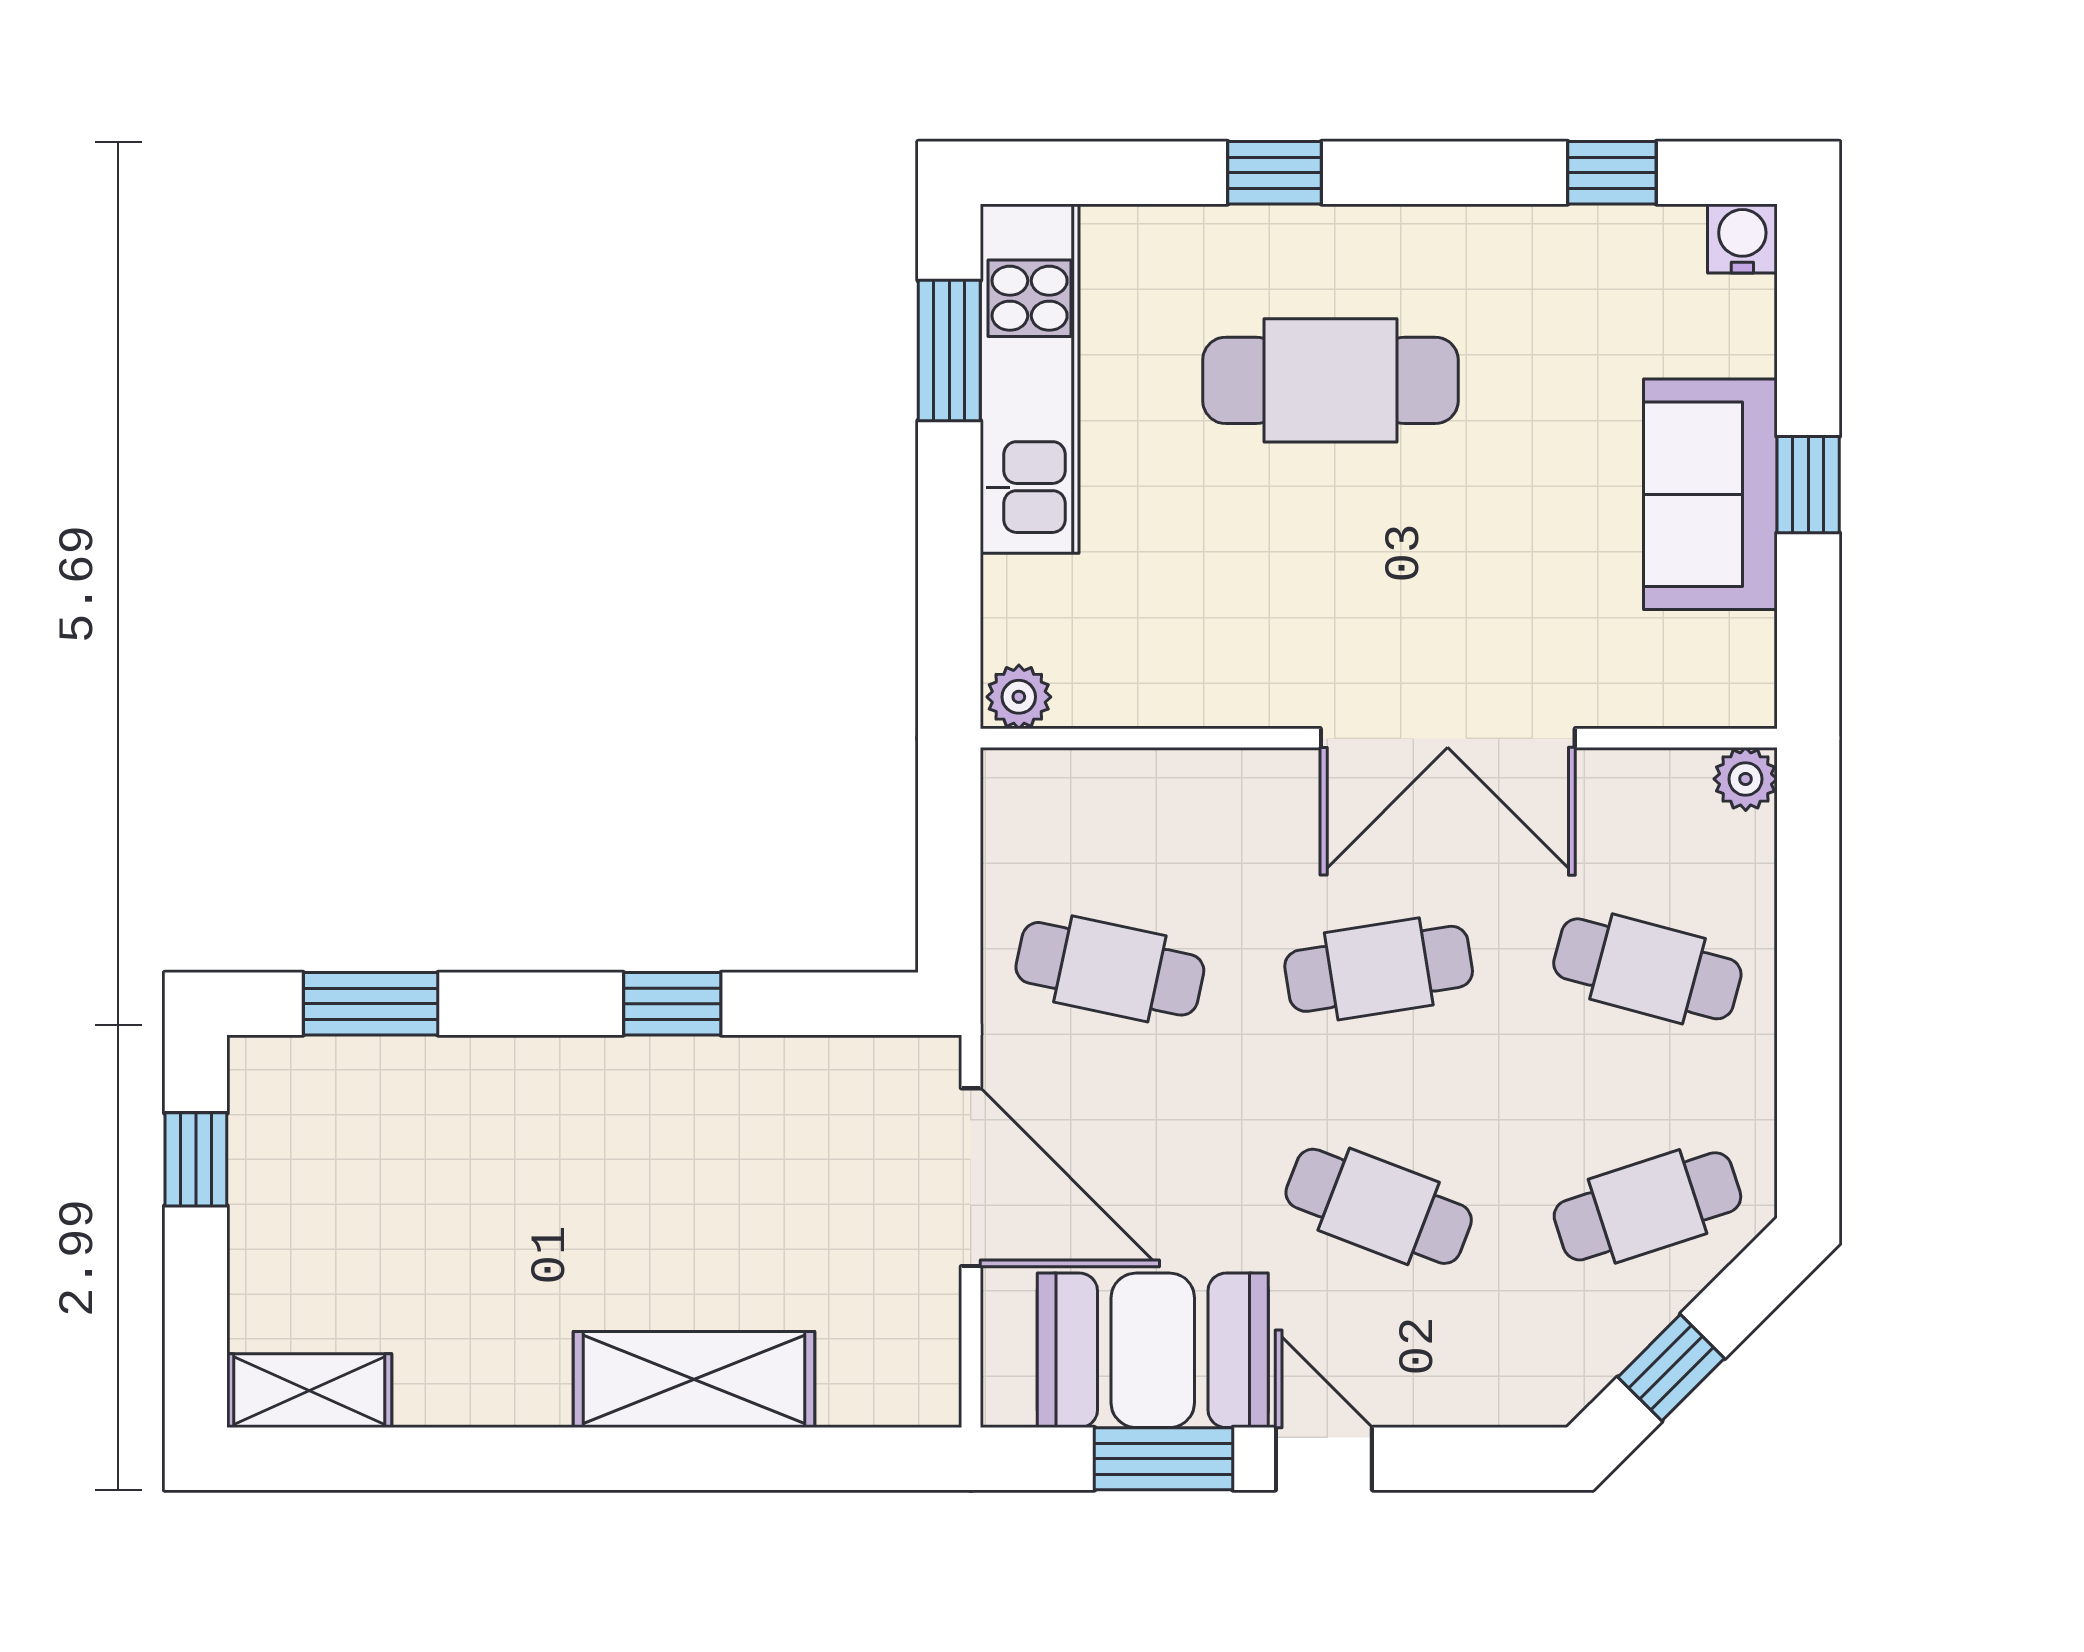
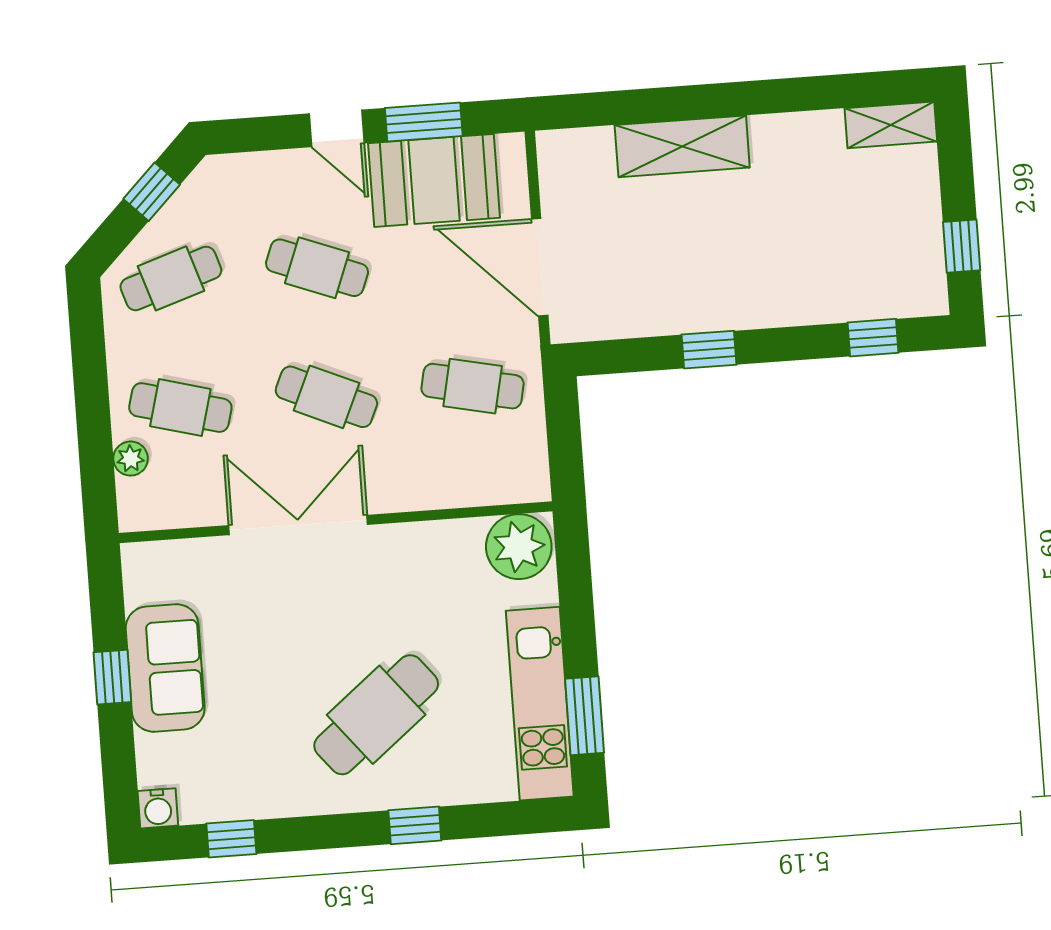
cafe table: (1330, 380) -> (376, 715), turned -39
plant: (1019, 697) -> (519, 547), width x1.87, depth x1.87
plant: (1746, 779) -> (131, 459), moved
cafe table: (1379, 969) -> (326, 397), turned 33
window: (371, 1004) -> (873, 338), width x0.67

